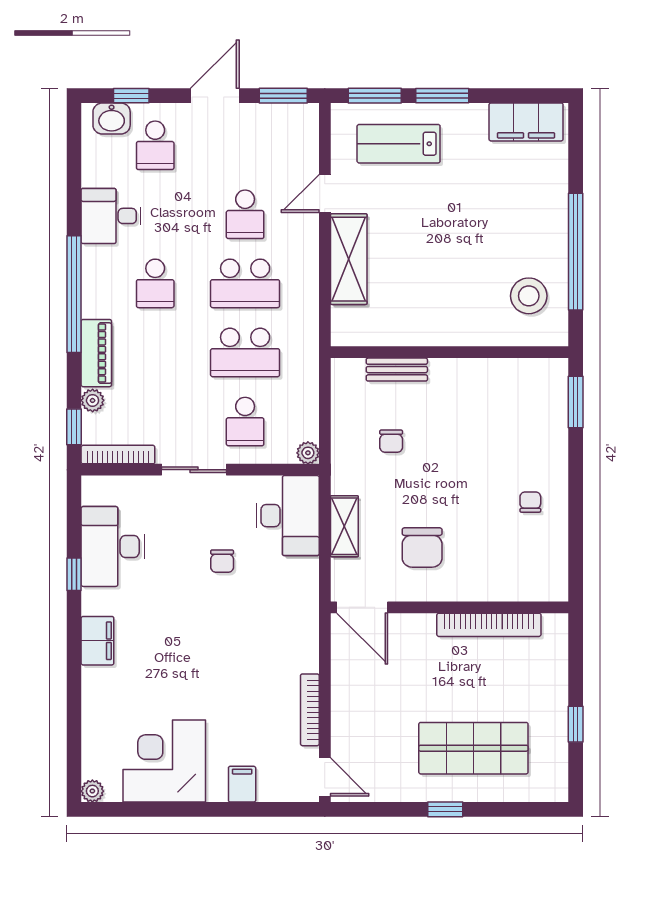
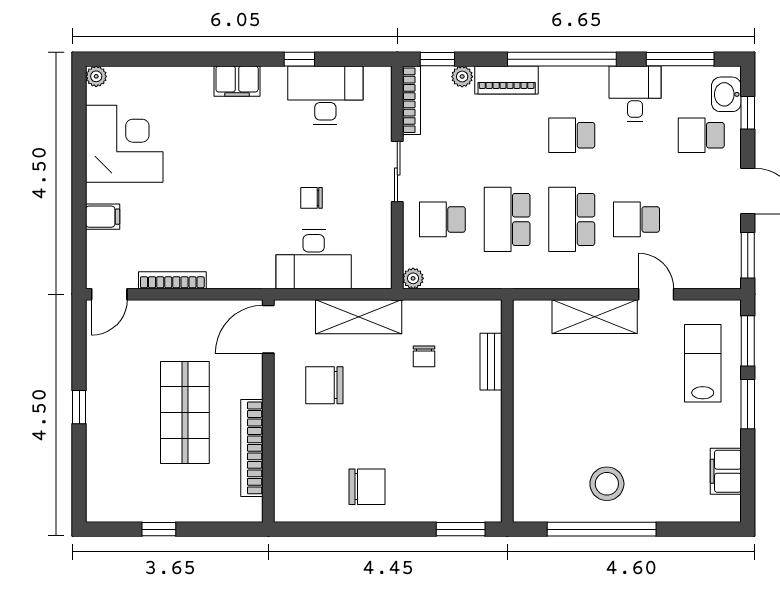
filing cabinet: (526, 122) -> (726, 471), width x0.67, depth x0.86
window: (74, 168) -> (680, 59), added
stool: (529, 296) -> (607, 484), moved
chair: (391, 441) -> (424, 356), turned -90
chair: (530, 502) -> (367, 487), width x1.87, depth x1.87
desk: (288, 516) -> (314, 259), moved
shelving: (344, 526) -> (359, 317), width x1.50, depth x1.33
shop shelf: (473, 748) -> (185, 412), moved

